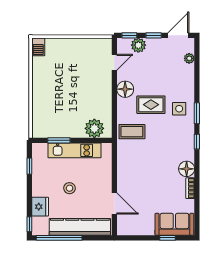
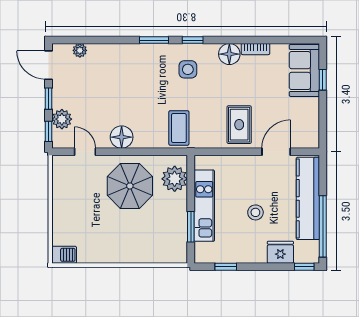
parasol: (89, 95) -> (130, 186), added
rug: (151, 105) -> (239, 125), moved
side table: (179, 109) -> (188, 69), moved

